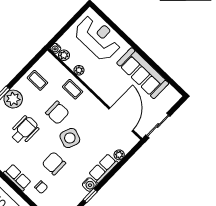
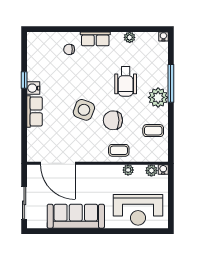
sliding door: (158, 126) -> (24, 203), moved
plant: (119, 155) -> (32, 134), removed
chair: (54, 163) -> (77, 78), removed

